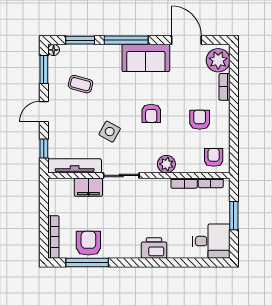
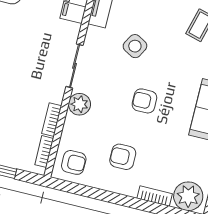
armchair: (200, 120) -> (123, 157), turned 180
sliding door: (121, 175) -> (75, 66), moved

